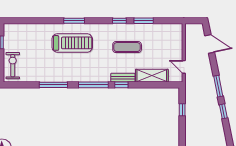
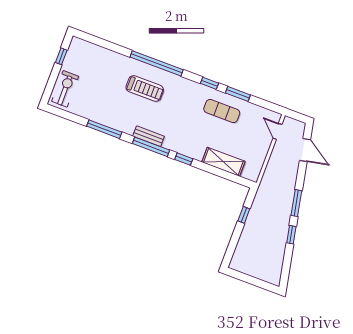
window: (74, 21) -> (157, 63), width x2.11
treadmill: (72, 43) -> (145, 89), width x0.73, depth x0.73
exercise mat: (127, 47) -> (222, 111), moved
door: (184, 67) -> (277, 131), moved
bench: (123, 78) -> (149, 136), moved

